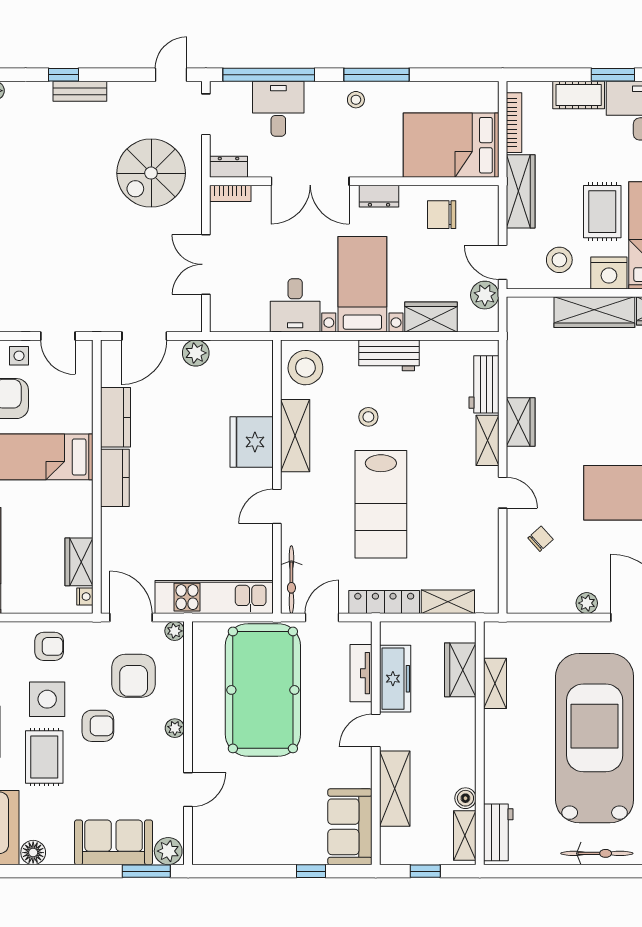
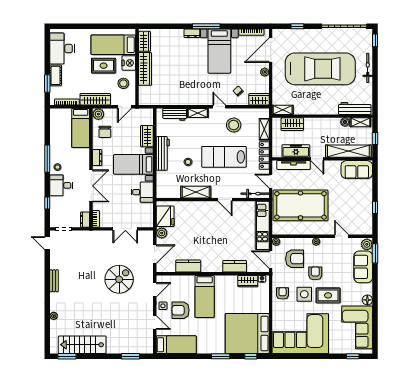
window: (63, 75) -> (47, 287), removed
window: (269, 75) -> (47, 203), width x0.32
window: (613, 75) -> (47, 84), moved
desk: (278, 109) -> (61, 185), moved
bed: (451, 145) -> (81, 128), width x0.67
spiral stairs: (151, 173) -> (119, 279), moved, turned -90
plant: (485, 295) -> (98, 114), moved
door: (144, 336) -> (155, 254), hinge flipped
workbench: (389, 355) -> (163, 153), width x1.38
stool: (305, 368) -> (234, 125), moved
wardrobe: (521, 422) -> (259, 99), moved
fridge: (252, 442) -> (165, 216), moved, turned -90
kitchen counter: (115, 478) -> (235, 266), moved
door: (503, 493) -> (219, 107), hinge flipped
lab bench: (381, 504) -> (224, 157), turned 180
door: (131, 618) -> (271, 260), hinge flipped
tv unit: (361, 673) -> (294, 165), width x1.41
shelving: (495, 683) -> (283, 110), moved
car: (595, 738) -> (320, 69), turned 180
shelving: (395, 789) -> (348, 151), width x1.47
workbench: (498, 832) -> (355, 109), width x1.38
window: (311, 871) -> (375, 207), moved

